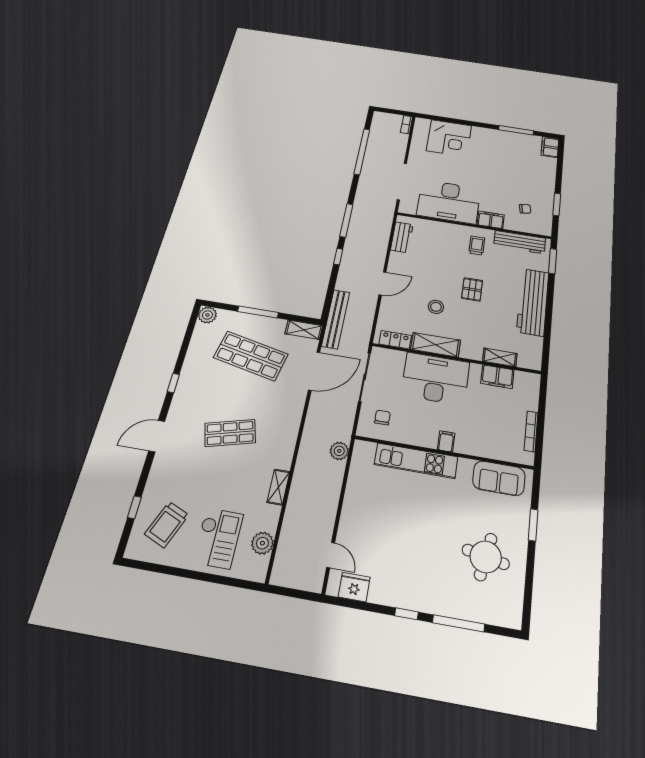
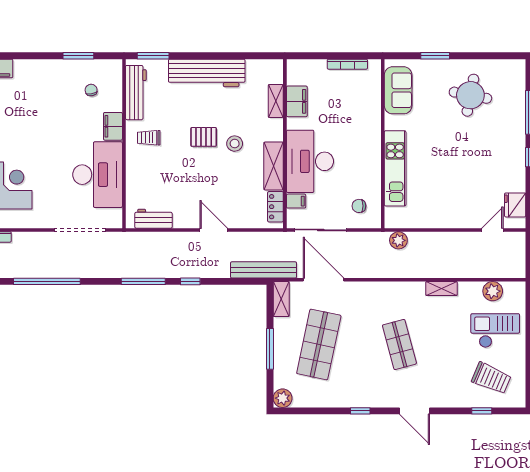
stool: (436, 307) -> (235, 144), moved
filing cabinet: (446, 441) -> (296, 201), moved, turned 180

